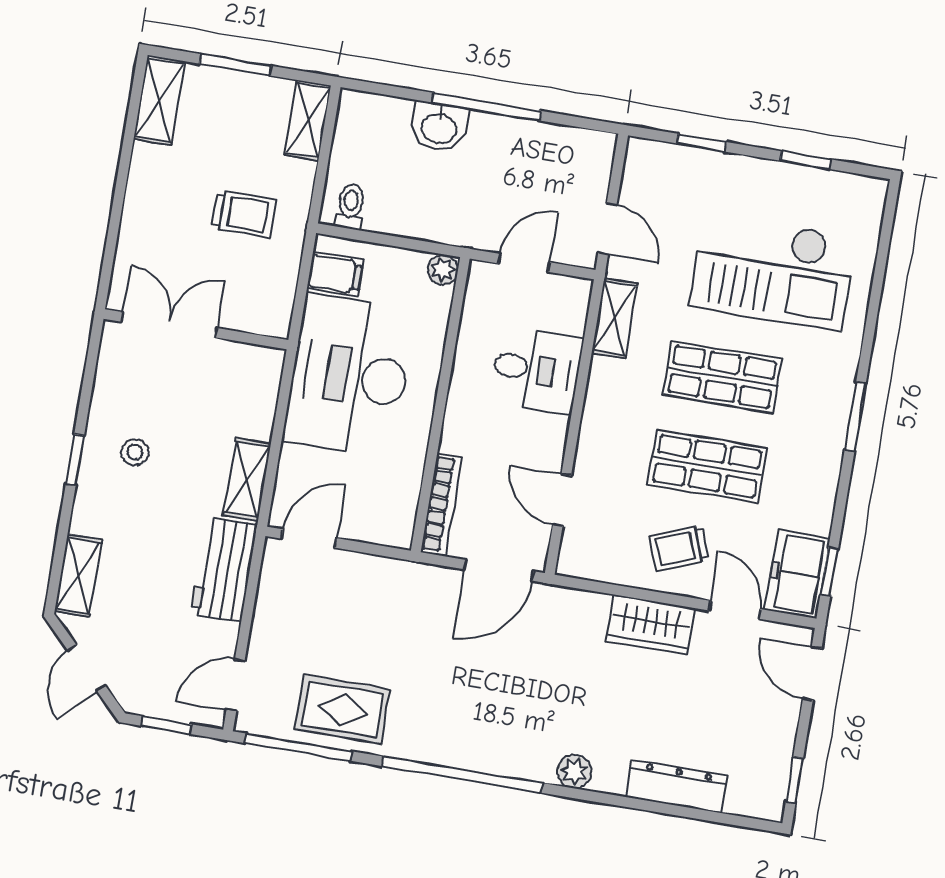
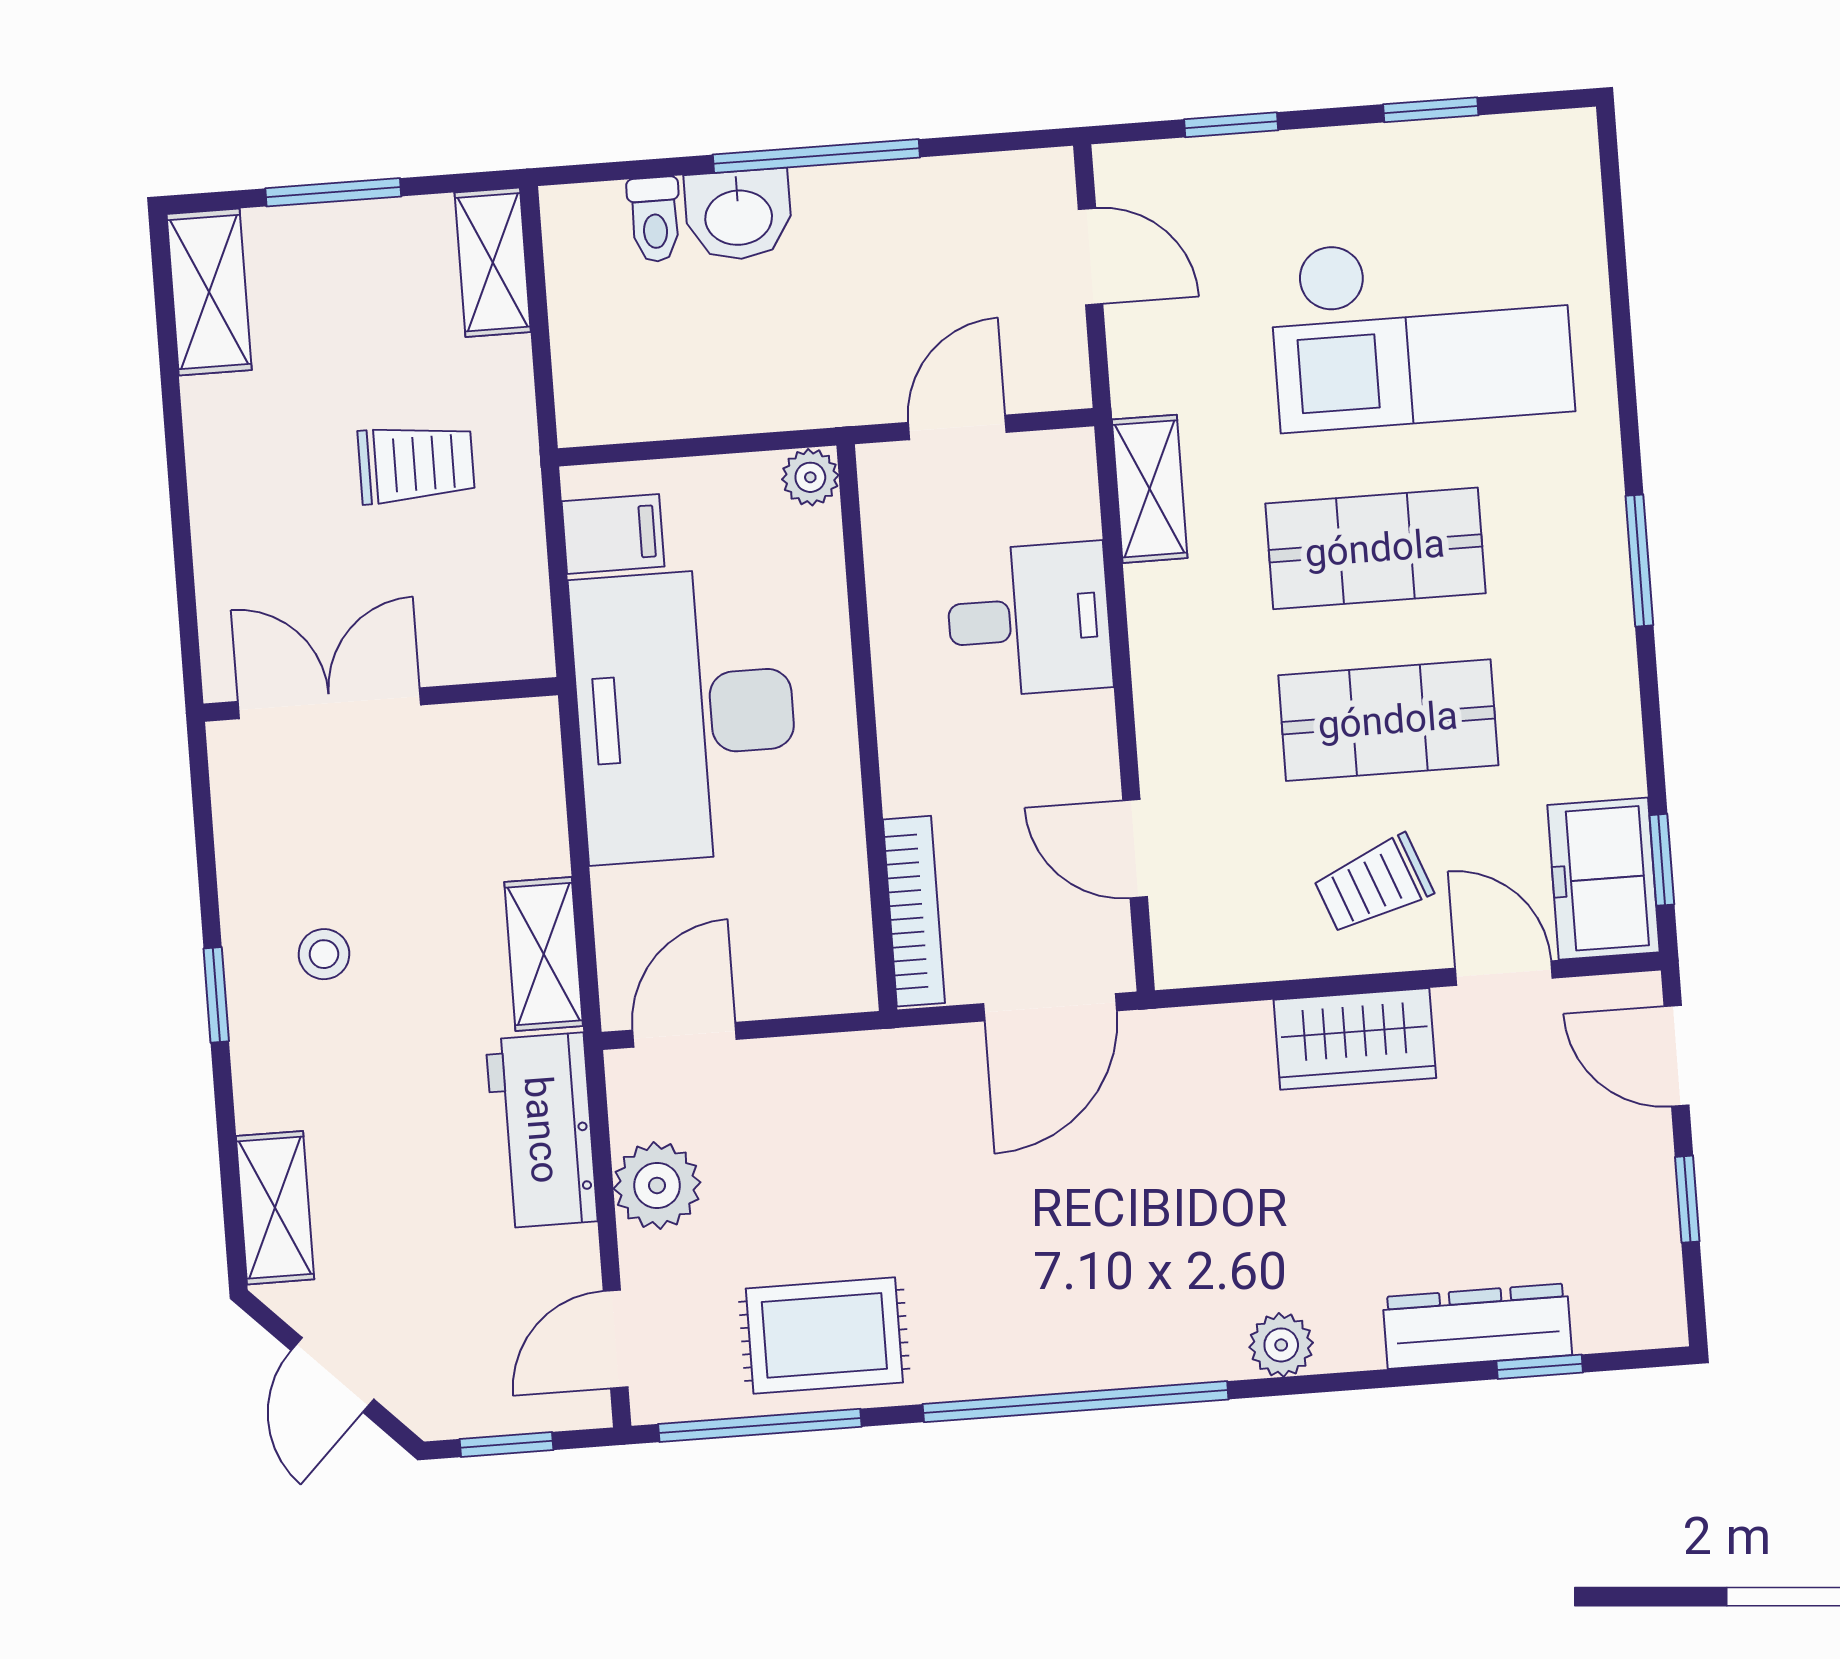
toilet: (350, 206) -> (655, 219), moved, turned 180
door: (607, 229) -> (1091, 256), moved
plant: (276, 612) -> (657, 1185), added
window: (794, 780) -> (1687, 1199), moved
window: (704, 815) -> (1540, 1367), added

